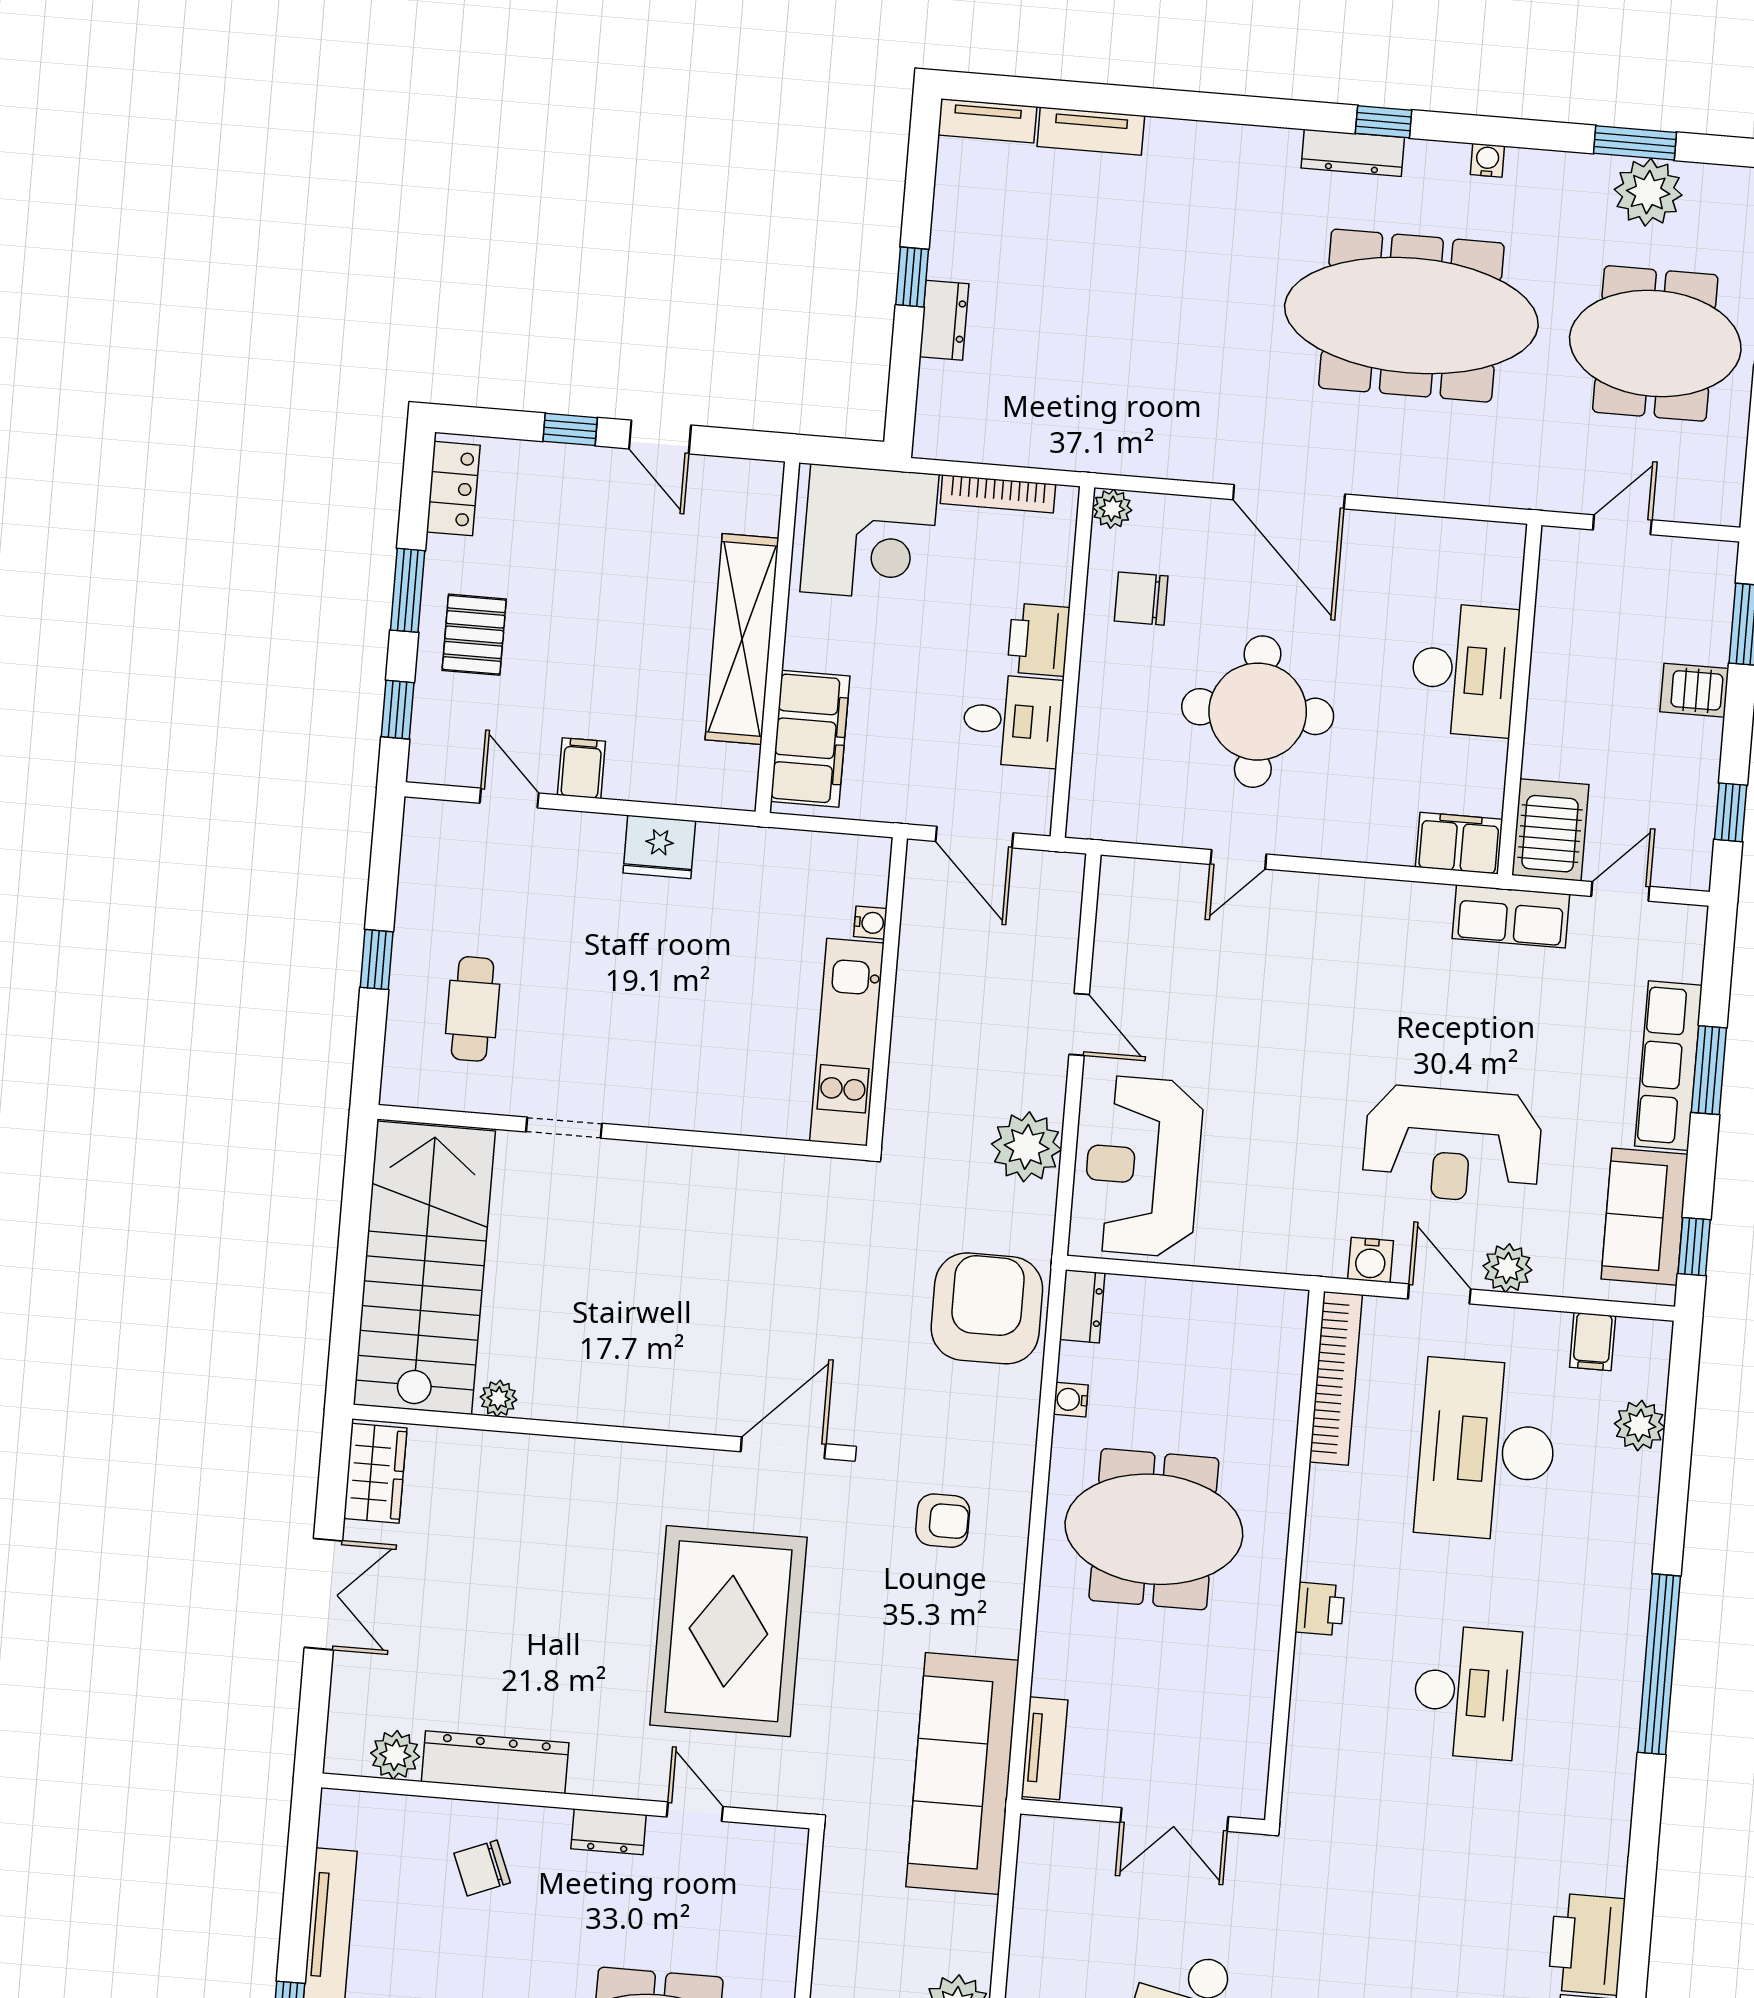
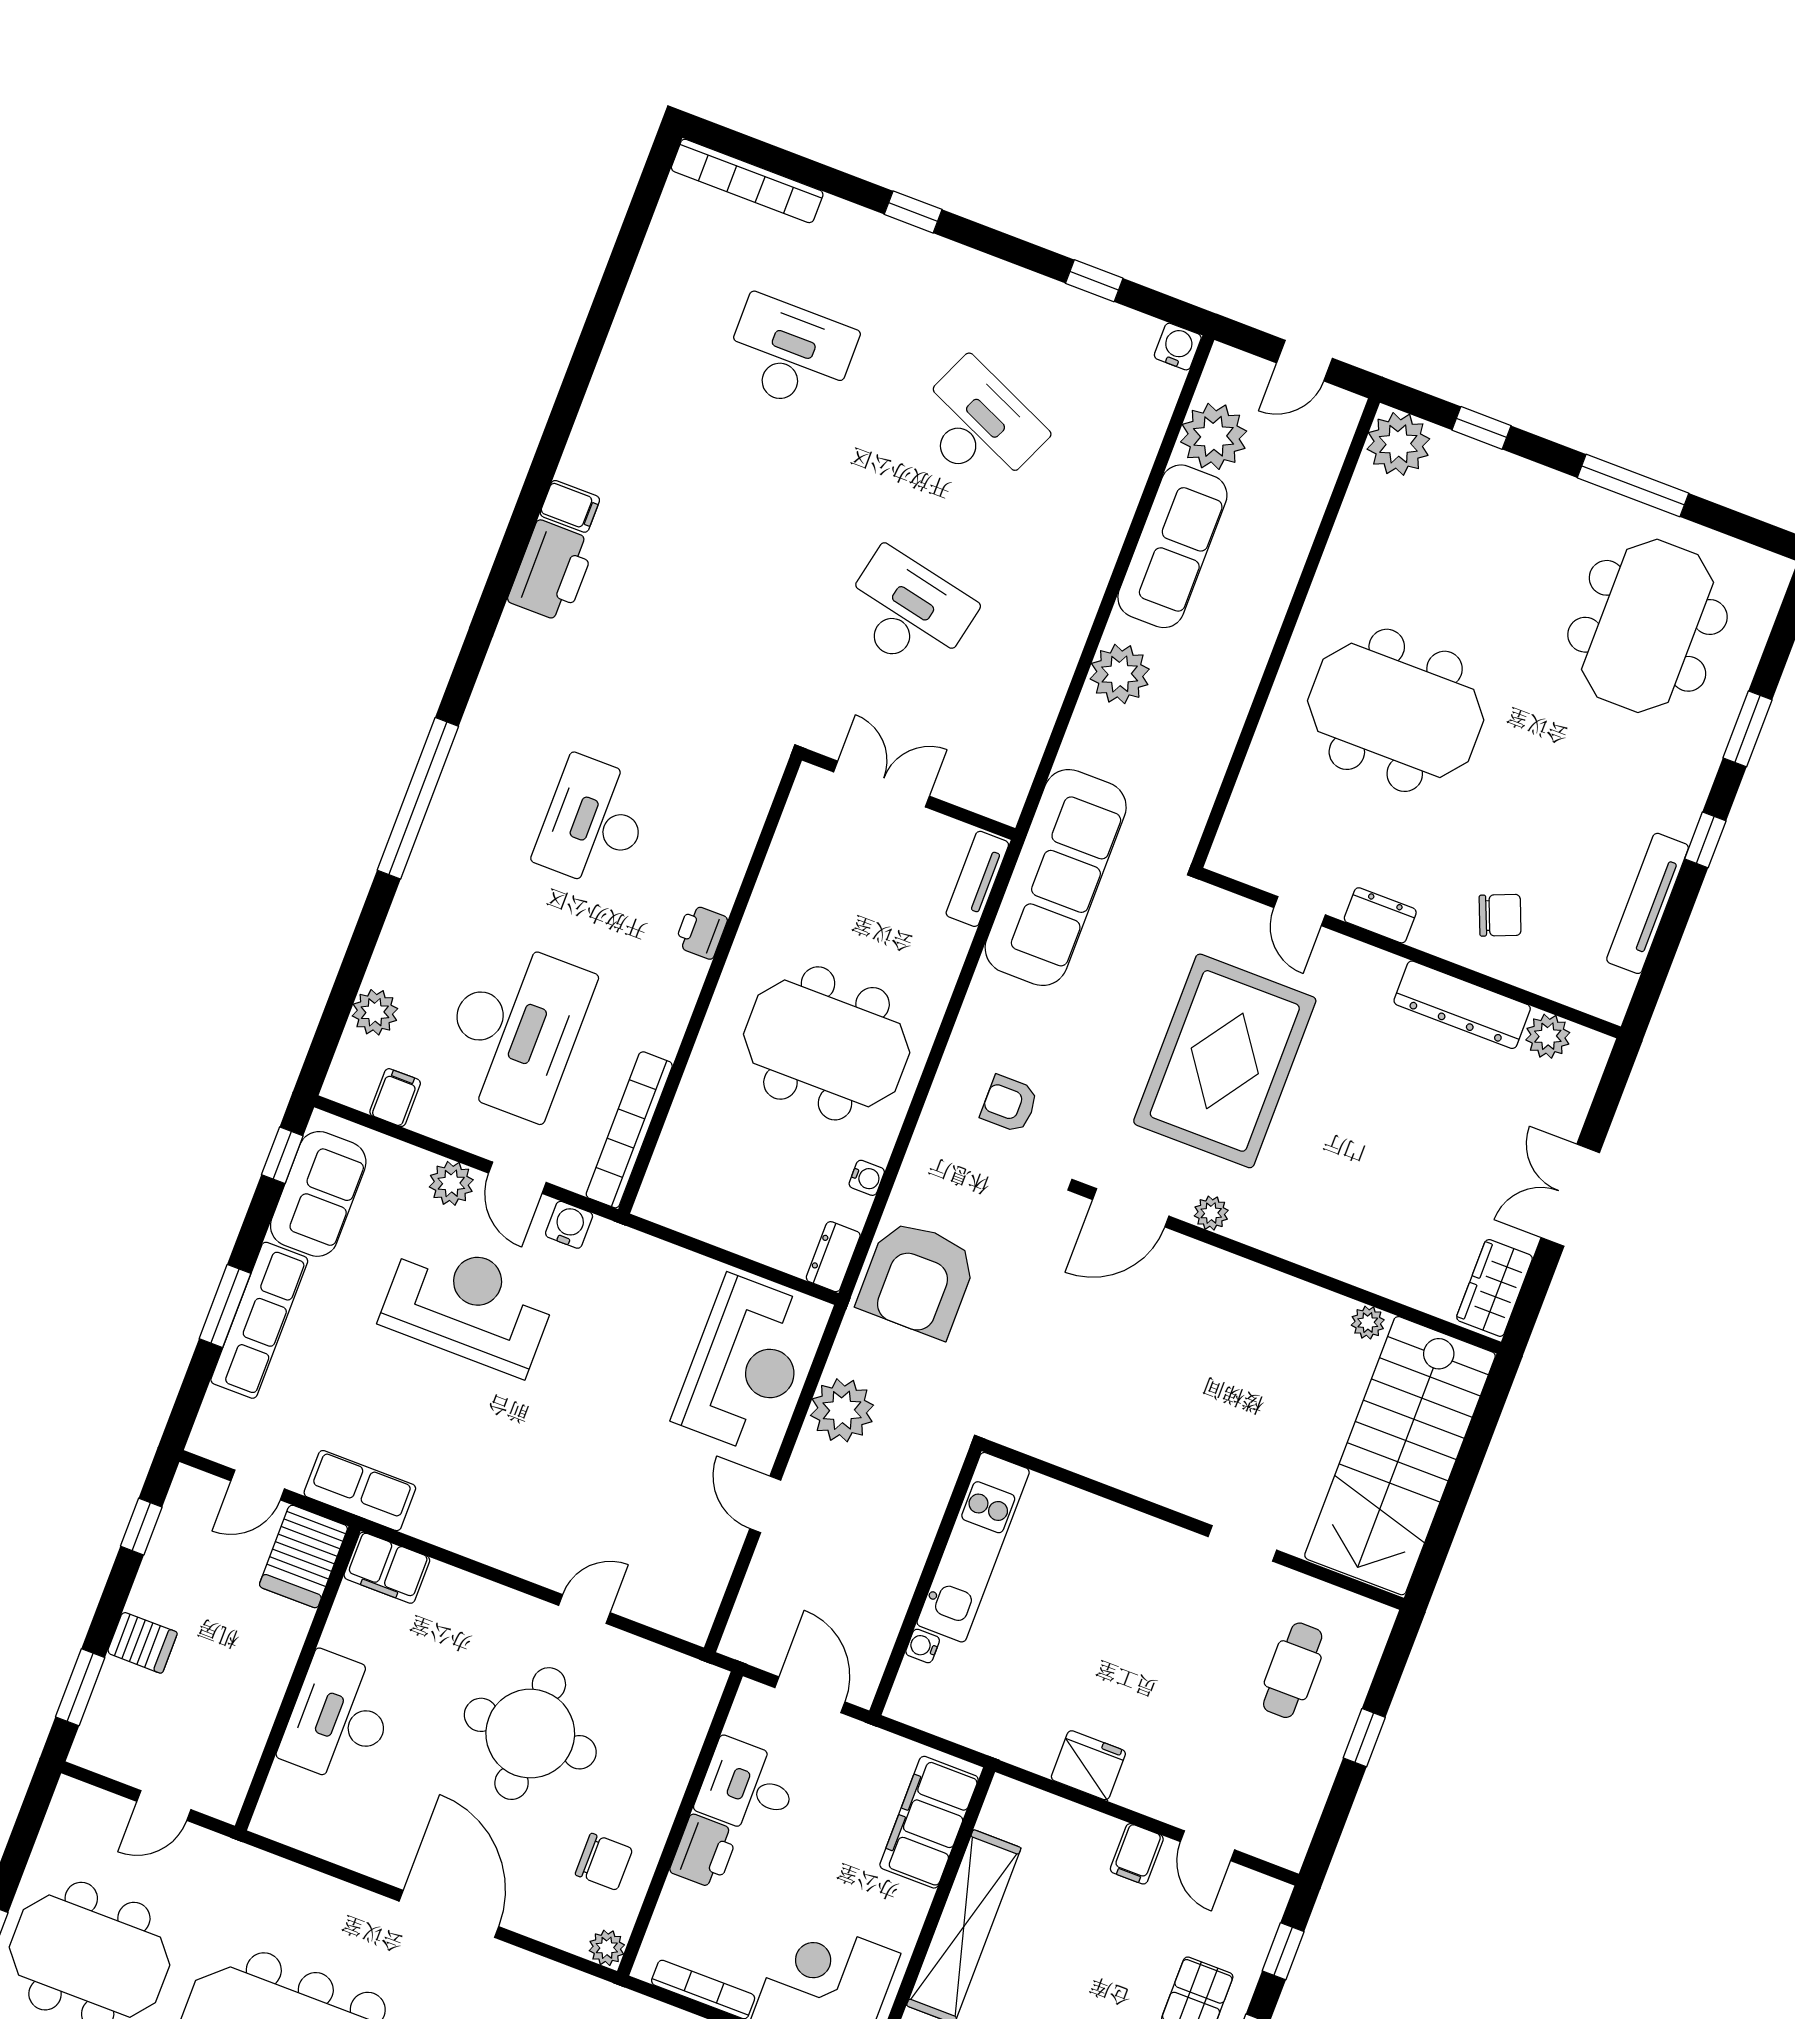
plant: (697, 1467) -> (1211, 1213), added

